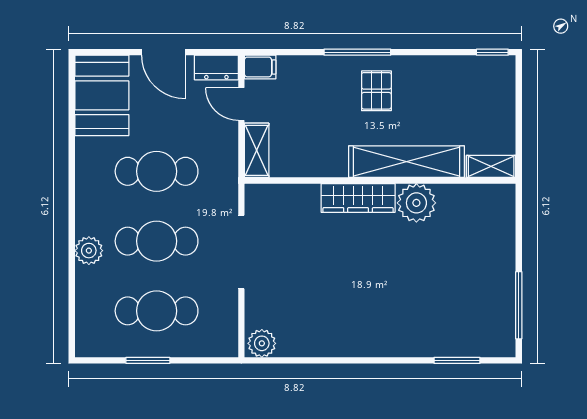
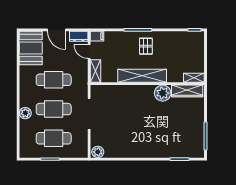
shelving: (407, 162) -> (142, 76), moved
wardrobe: (358, 198) -> (187, 91), moved

